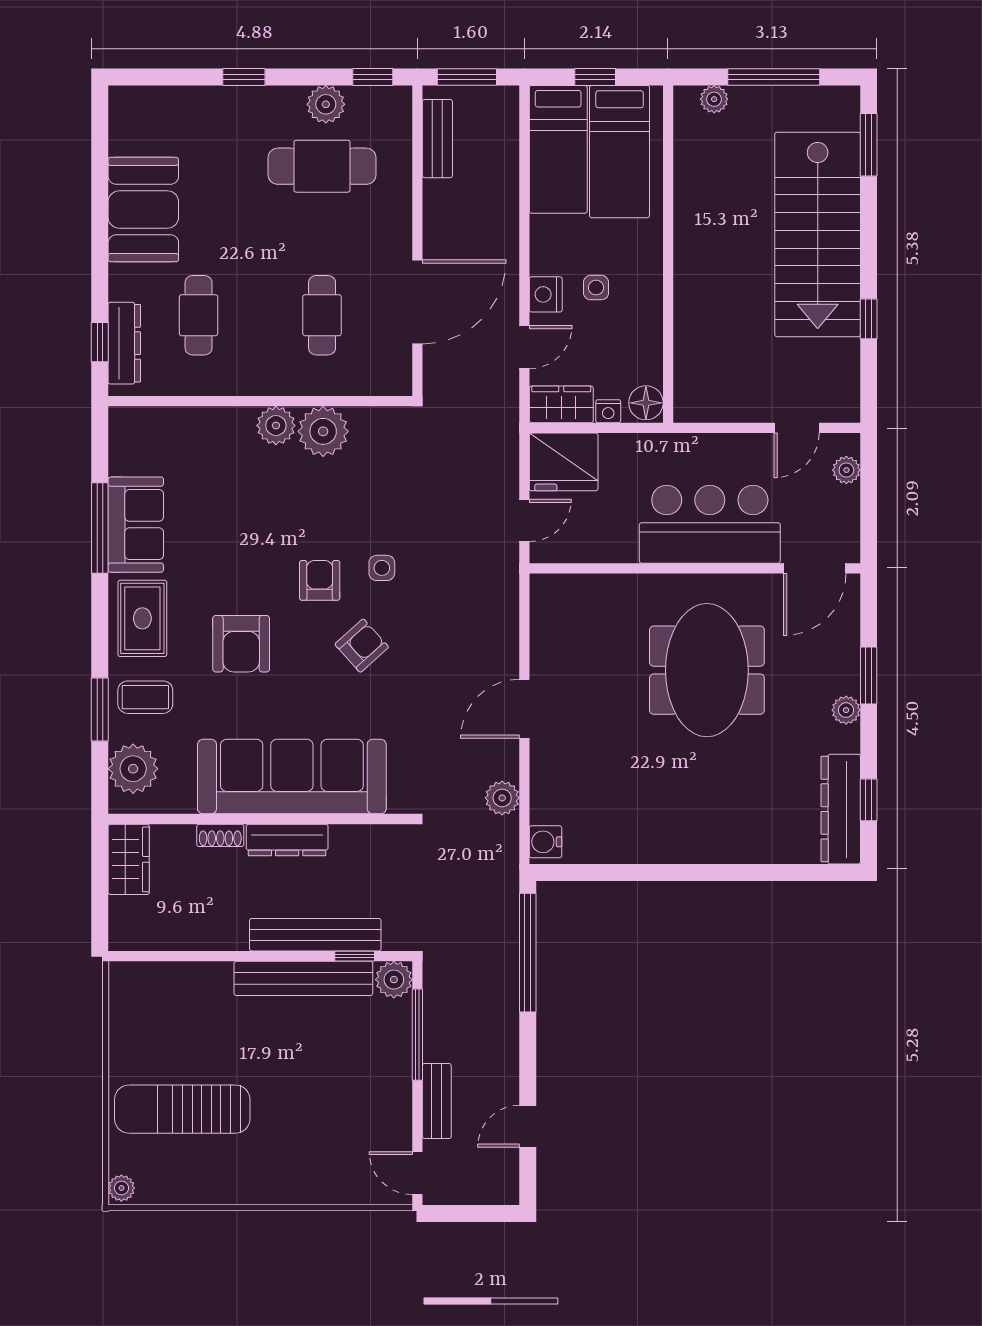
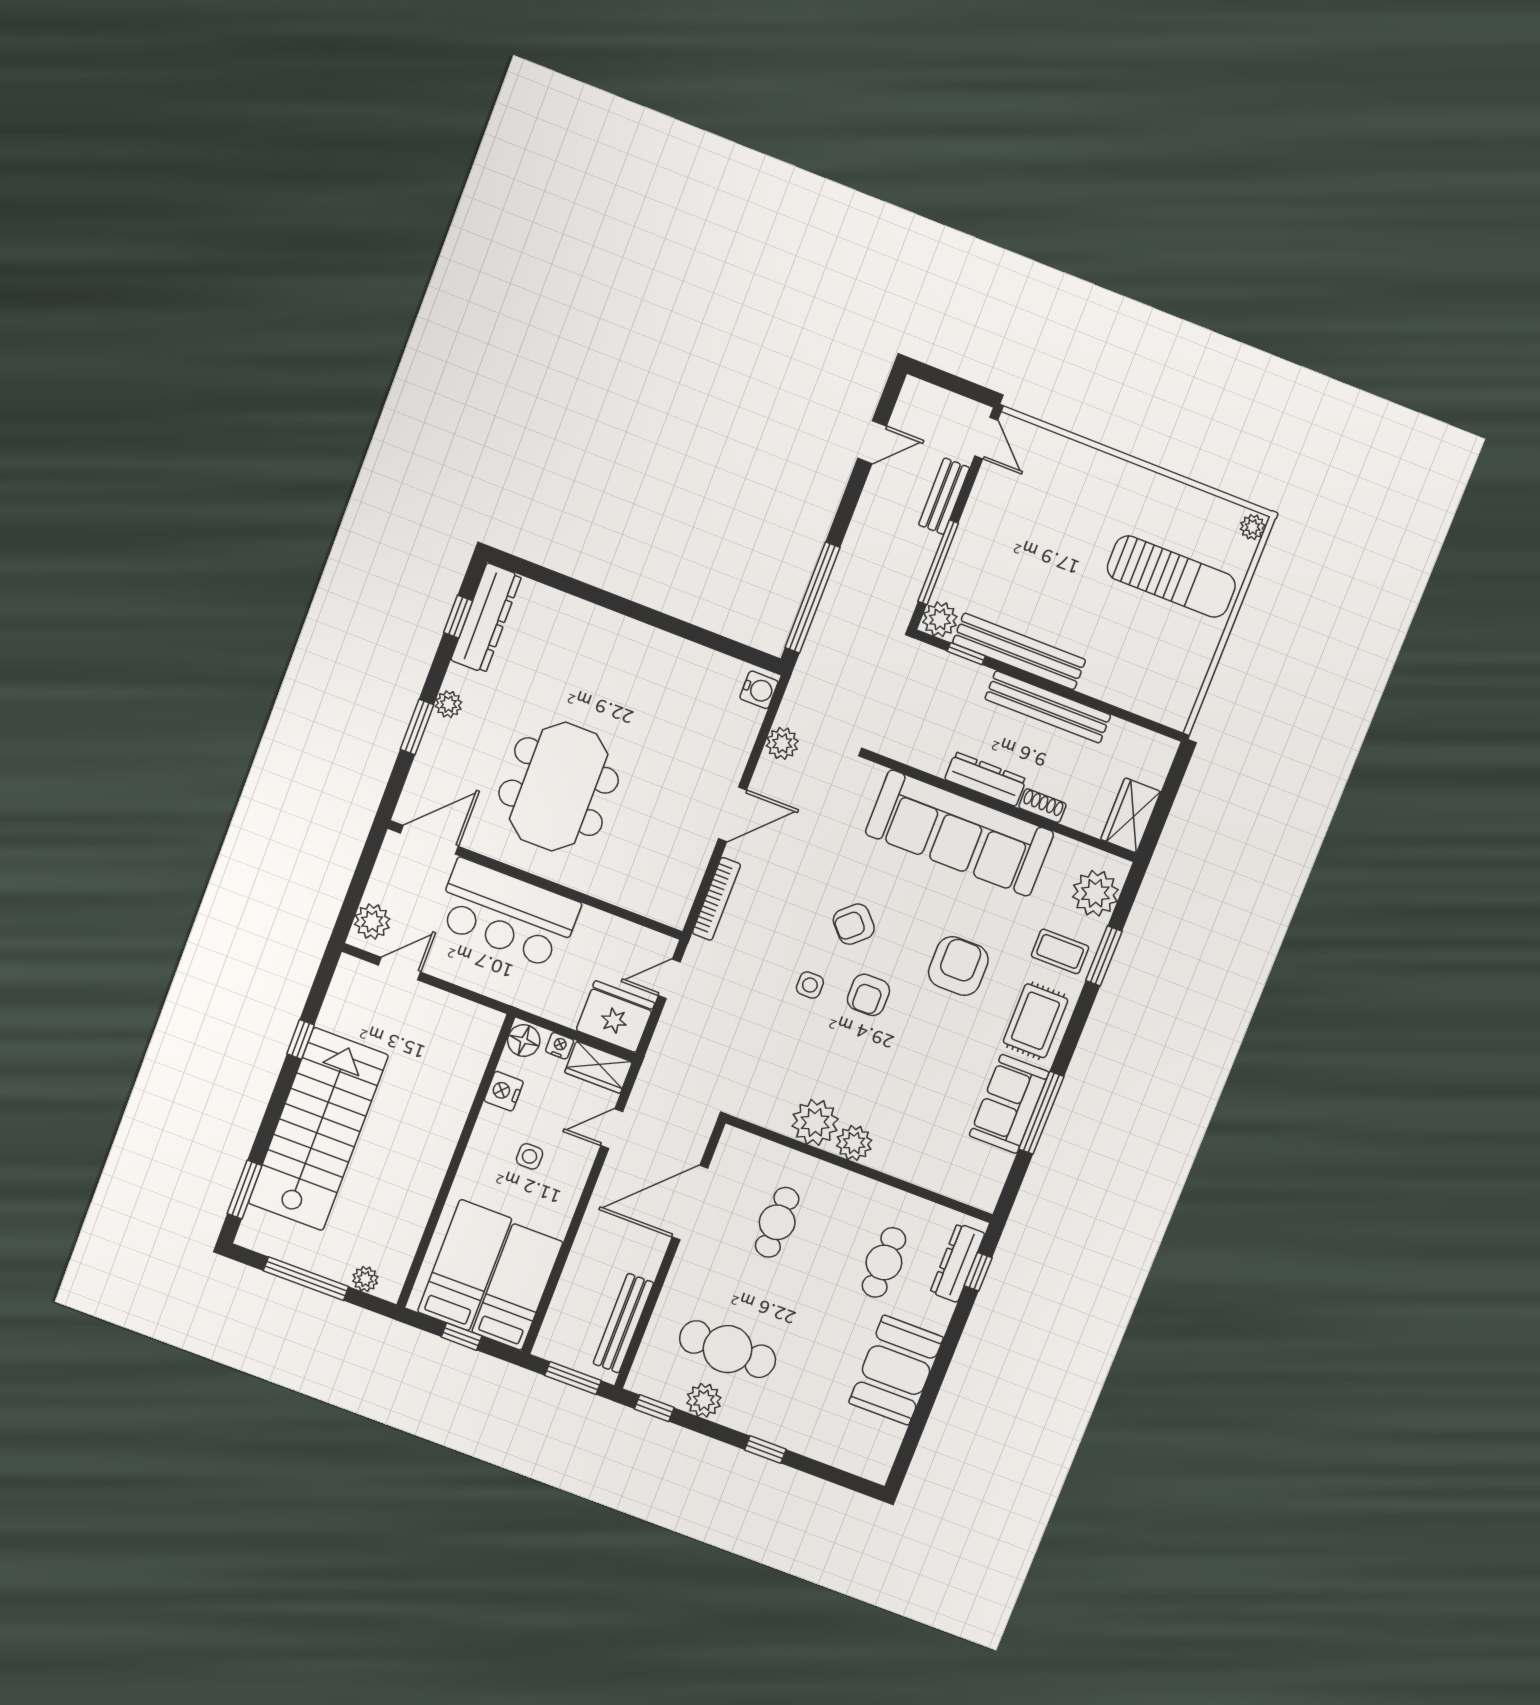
bench: (437, 139) -> (623, 1323), width x1.36
nightstand: (546, 294) -> (504, 1091), moved, turned 180
plant: (846, 470) -> (372, 922), width x1.38, depth x1.38
bookcase: (508, 618) -> (716, 899), added
bench: (315, 935) -> (1048, 707), moved

